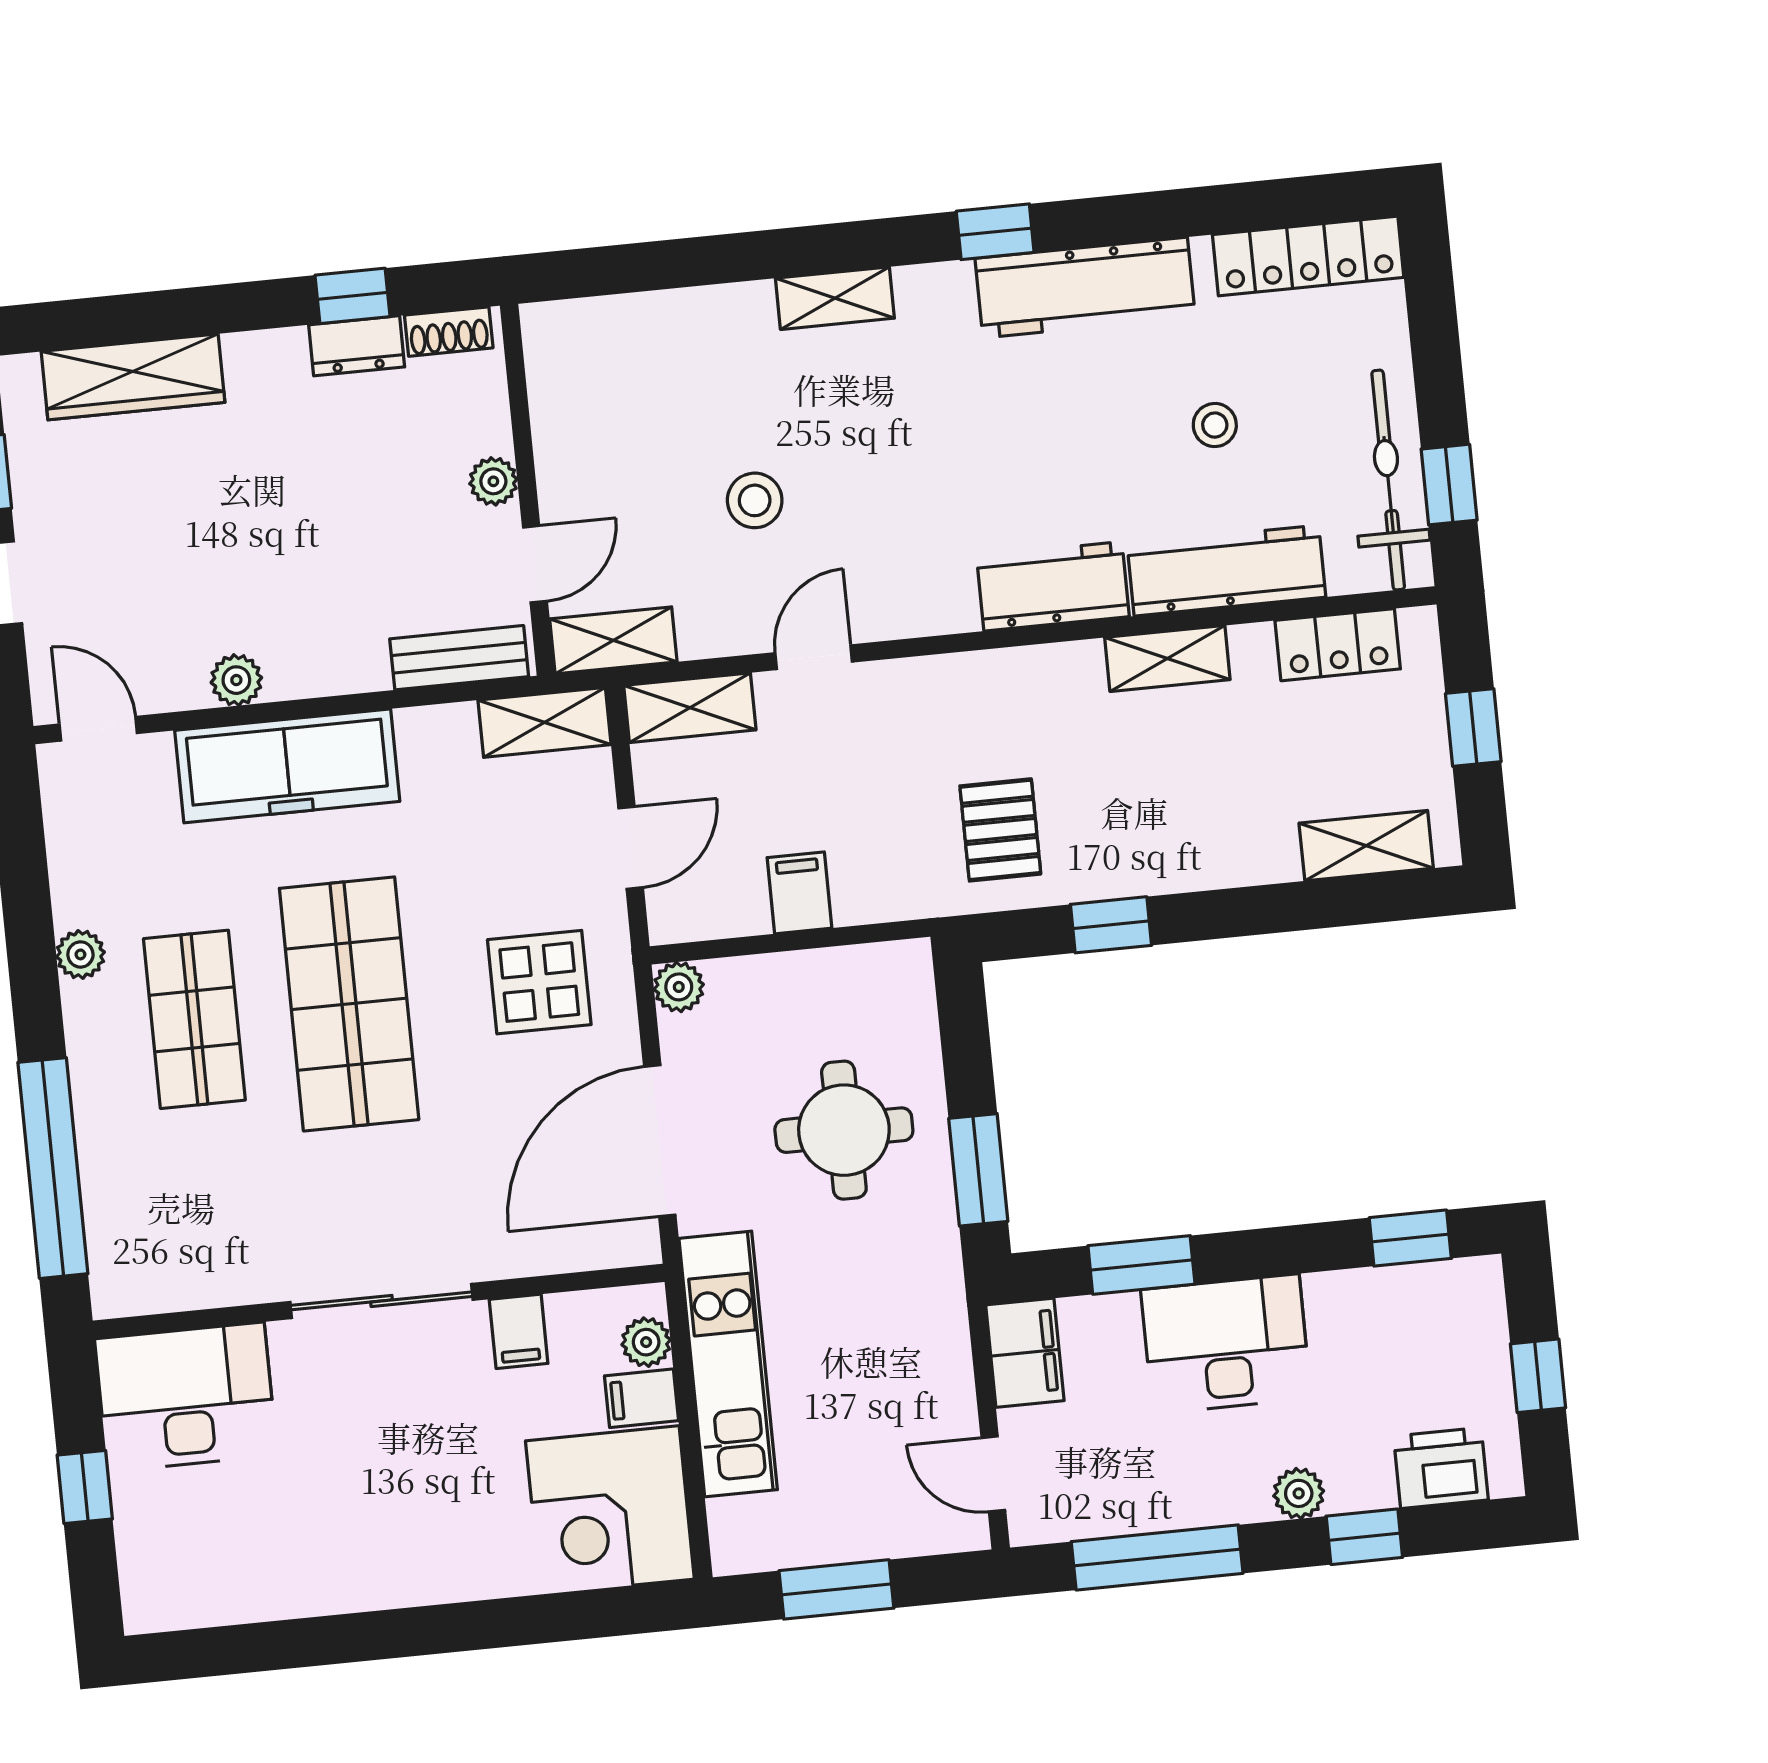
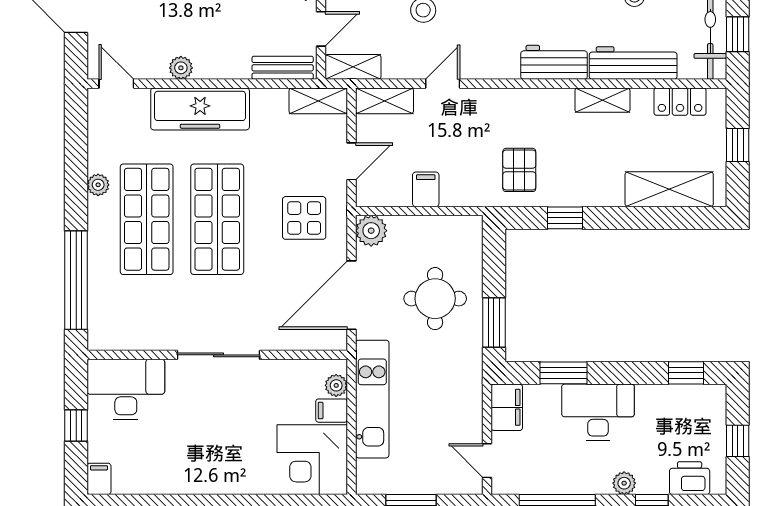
shelving: (1366, 846) -> (669, 189), width x1.50, depth x1.33
plant: (679, 987) -> (371, 231), width x1.38, depth x1.38
shop shelf: (194, 1019) -> (147, 219), width x1.43, depth x1.36
filing cabinet: (519, 1331) -> (99, 479), moved, turned 180

